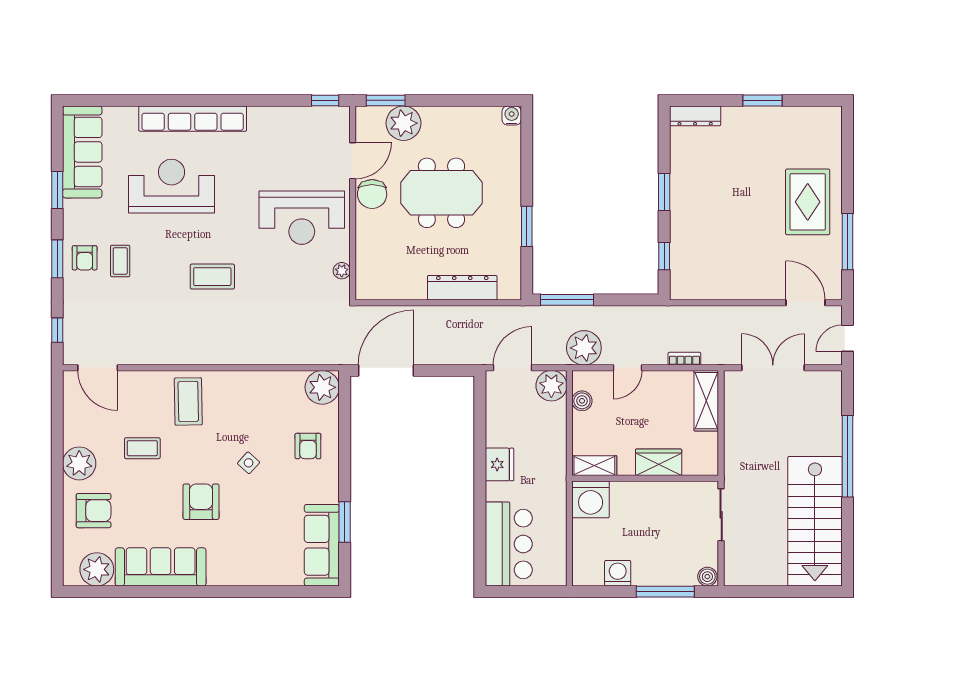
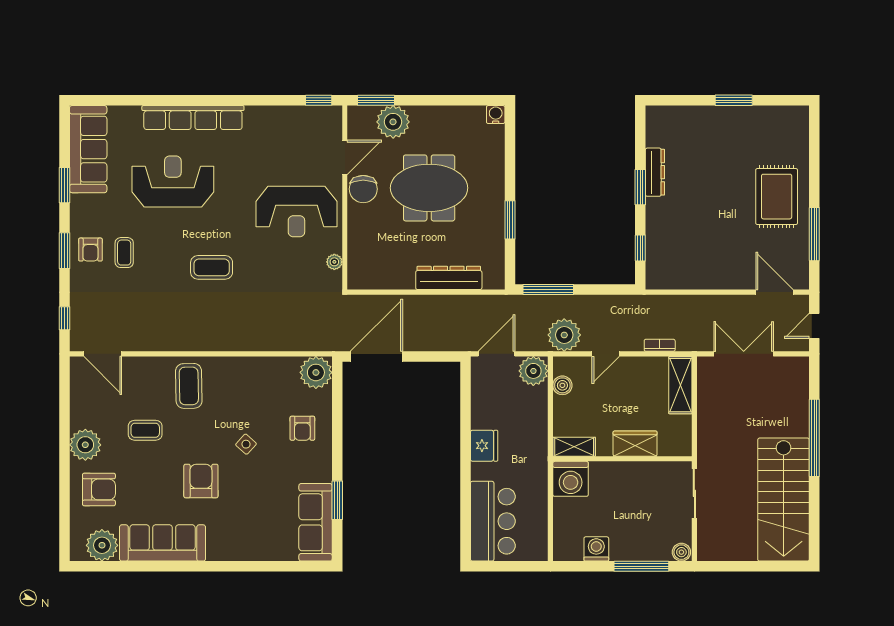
dresser: (695, 116) -> (655, 172), moved, turned -90

